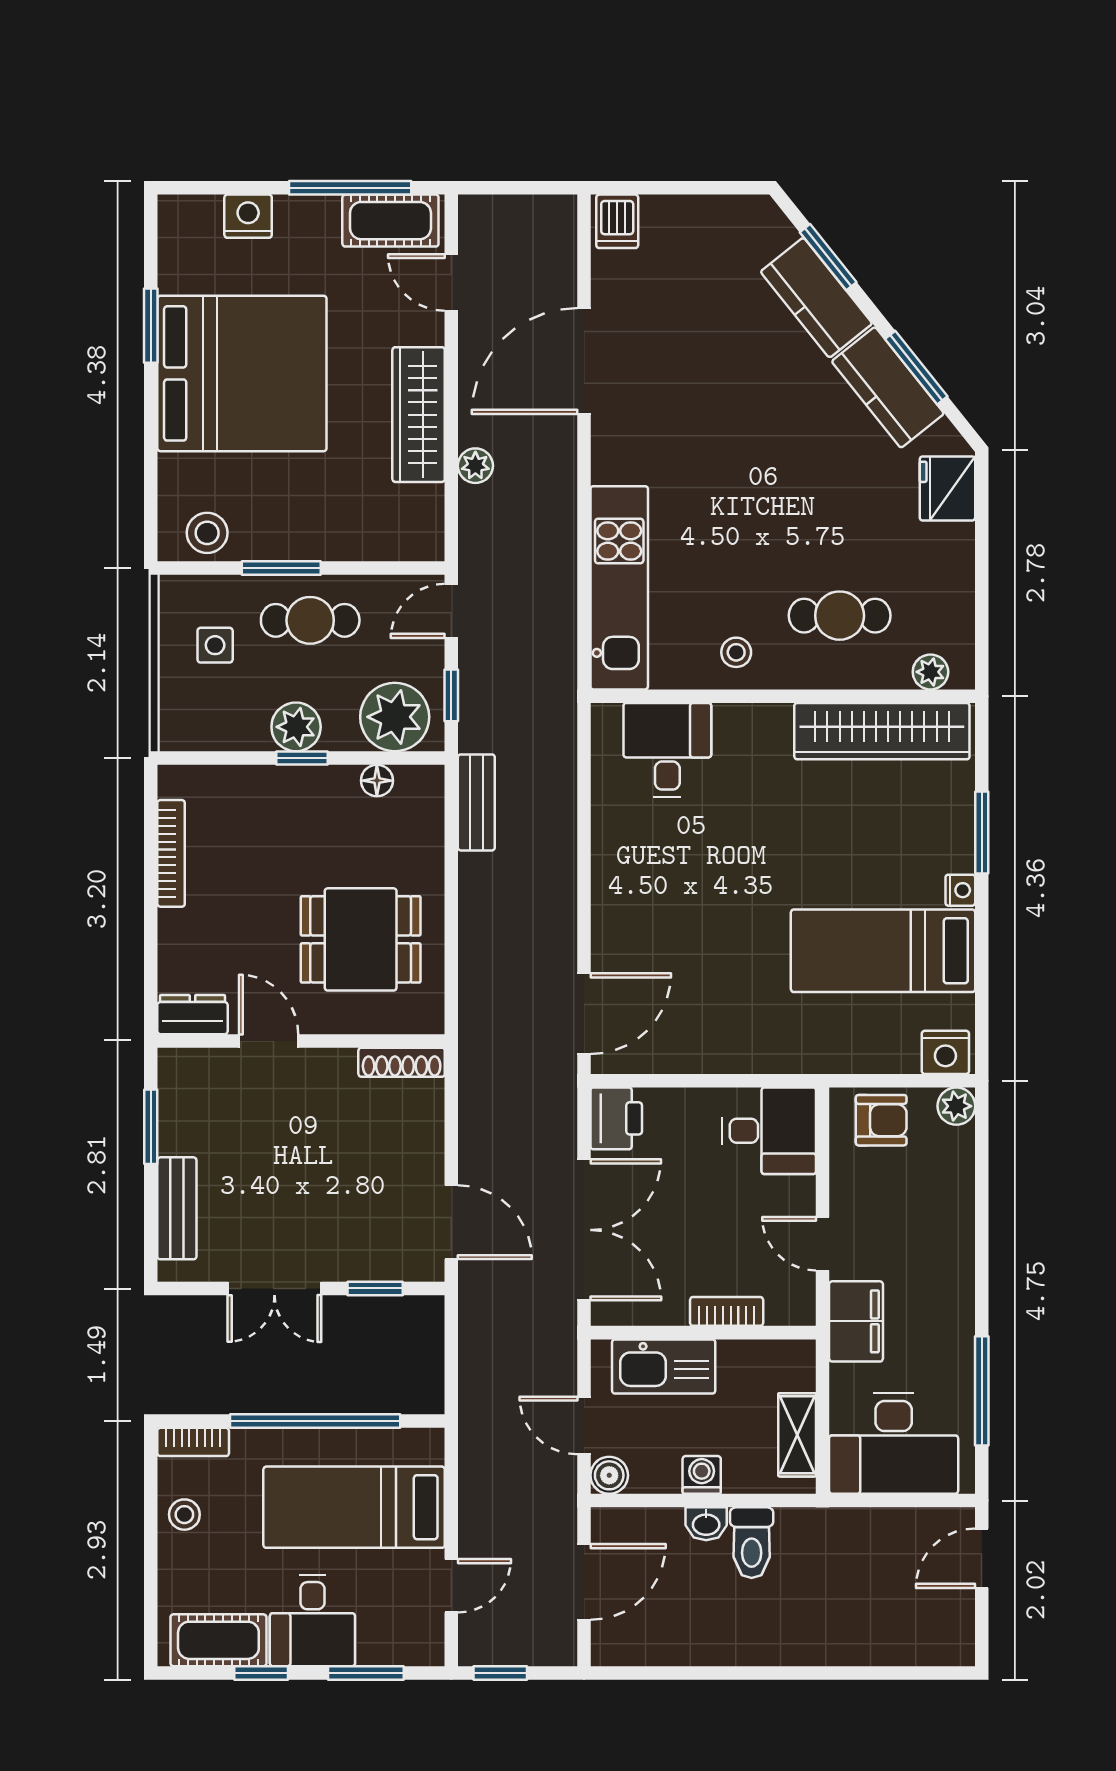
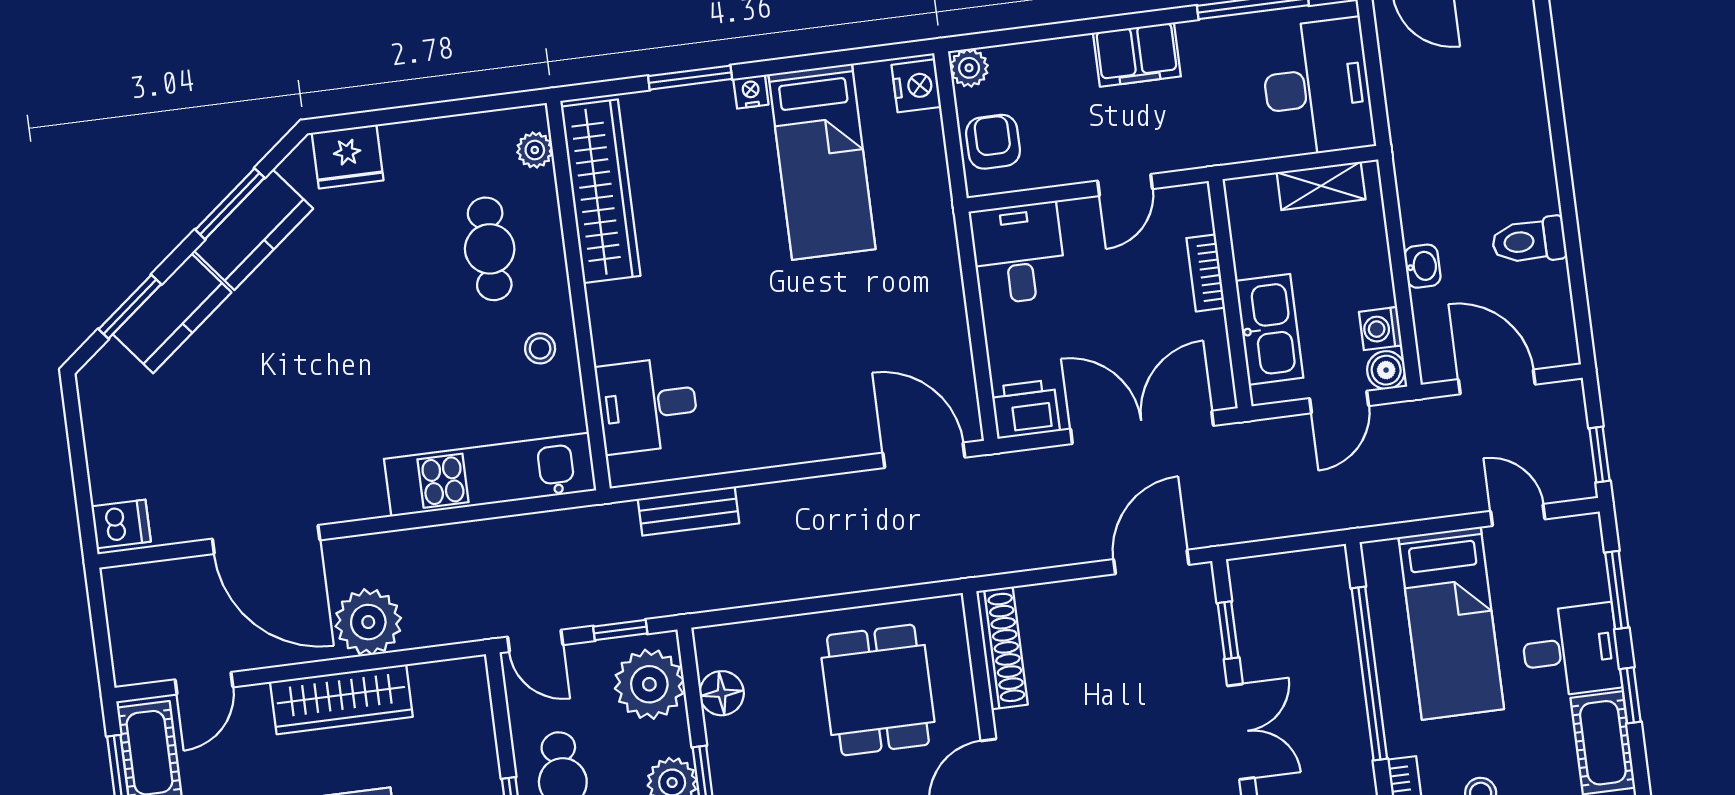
plant: (475, 466) -> (368, 622), width x1.88, depth x1.88
floor lamp: (377, 781) -> (722, 693), width x1.37, depth x1.37
bench: (476, 802) -> (688, 511), moved
shoe rack: (402, 1062) -> (1002, 648), width x1.36, depth x1.24
filing cabinet: (856, 1321) -> (1137, 55), moved, turned 180
washing machine: (702, 1475) -> (1380, 329), moved
toilet: (752, 1543) -> (1529, 241), moved, turned 180

